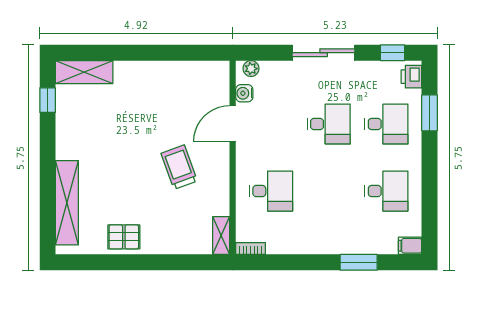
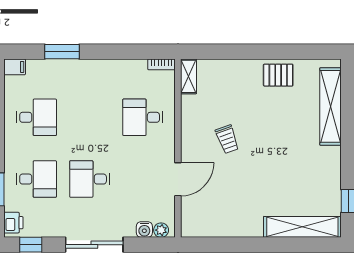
shelving: (84, 72) -> (302, 227), width x1.47
water cooler: (244, 93) -> (144, 230), moved, turned 90
desk: (386, 124) -> (36, 179), turned 180
trolley: (179, 167) -> (227, 139), width x0.73, depth x0.72
desk: (386, 191) -> (36, 117), turned 180

